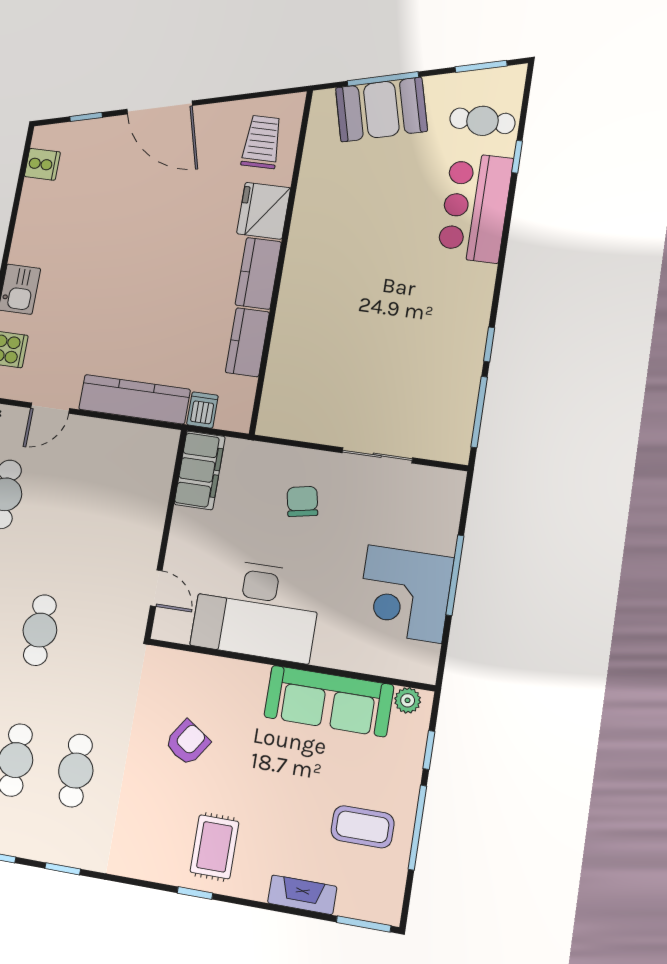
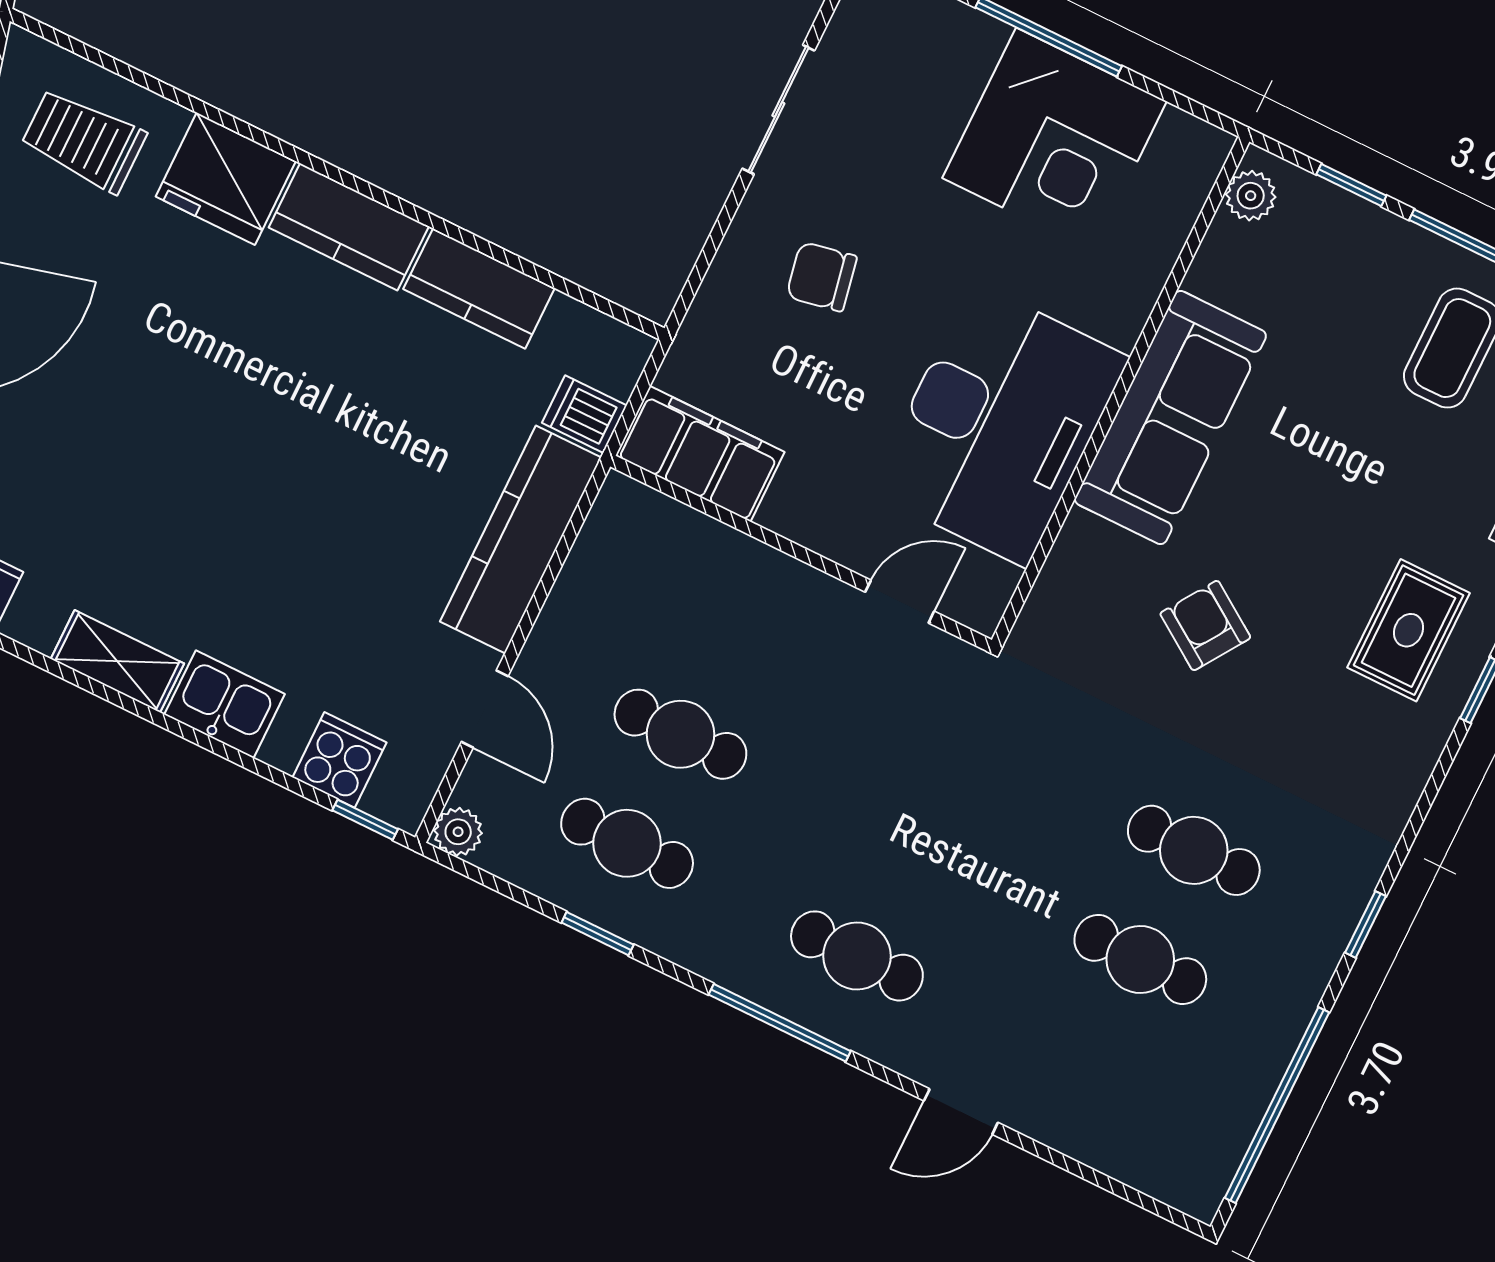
shelving: (26, 235) -> (117, 661), added
cafe table: (40, 630) -> (680, 734), moved
sofa: (329, 701) -> (1170, 418), moved
rug: (214, 847) -> (1408, 630), turned 90

